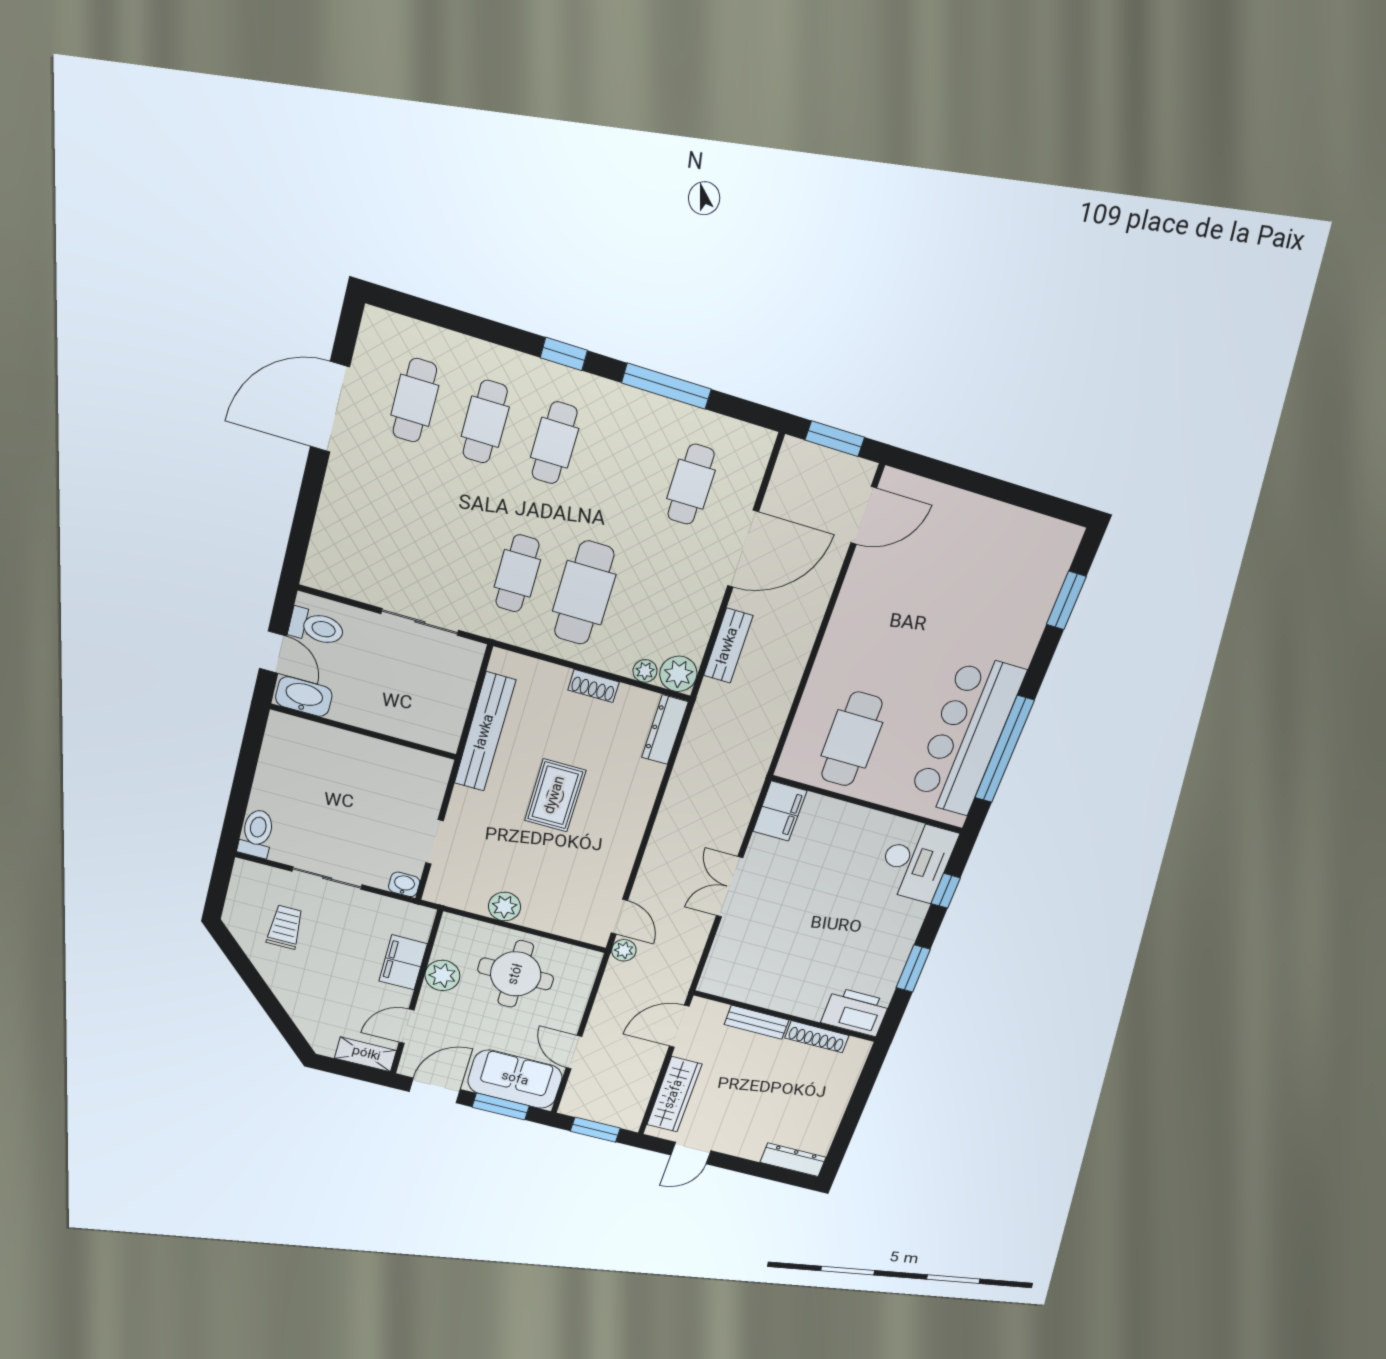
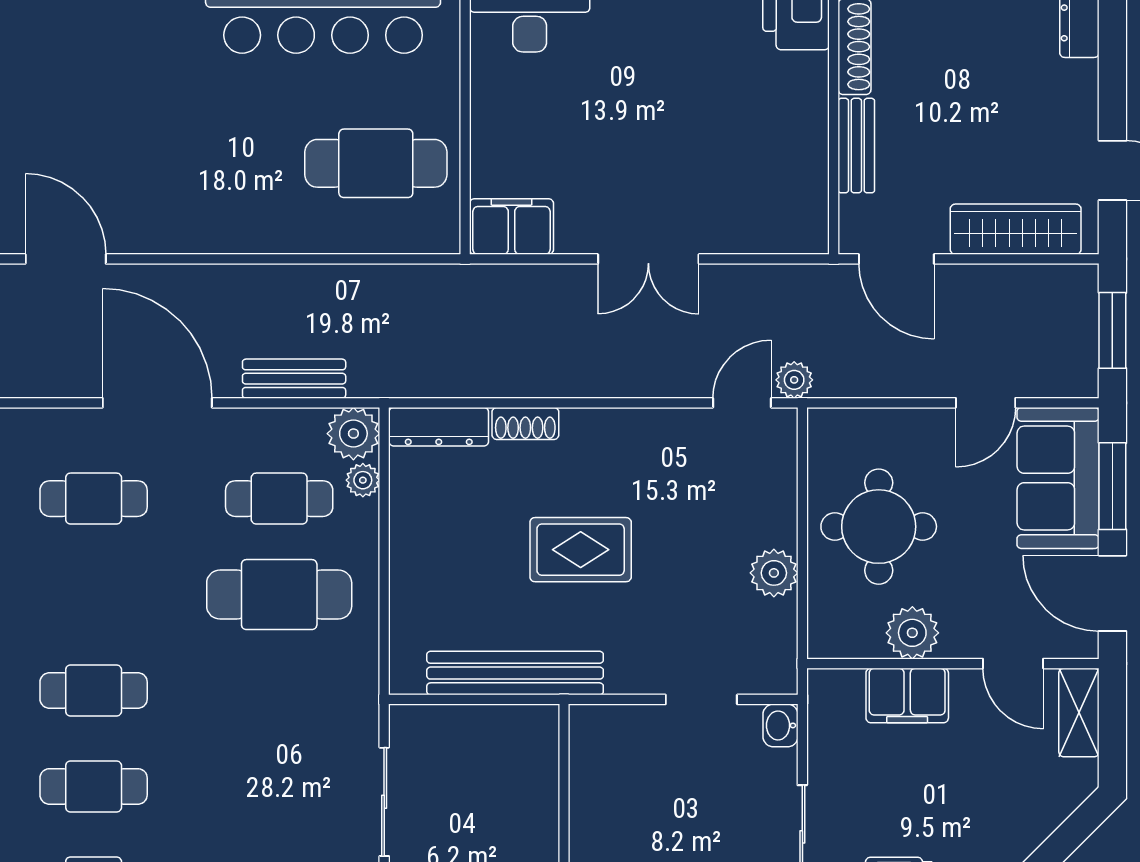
cafe table: (517, 573) -> (279, 499), moved
shoe rack: (594, 686) -> (525, 423), moved, turned 90

